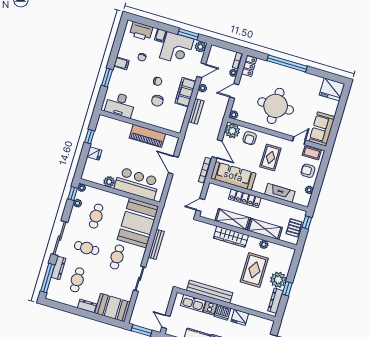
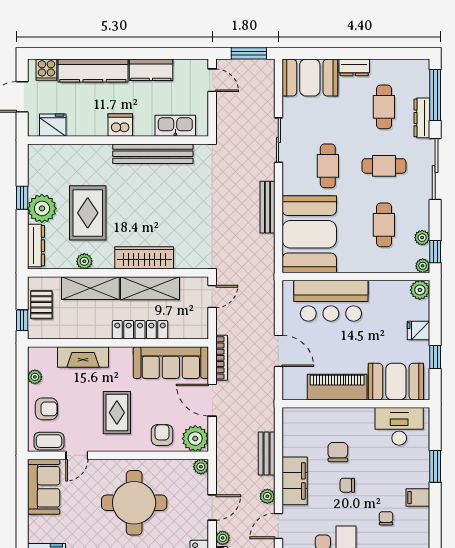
booth: (115, 130) -> (396, 382), added
plant: (109, 182) -> (420, 290), moved
dresser: (276, 301) -> (36, 246), moved
cooker: (210, 308) -> (144, 126), removed
fridge: (240, 317) -> (53, 125), moved

